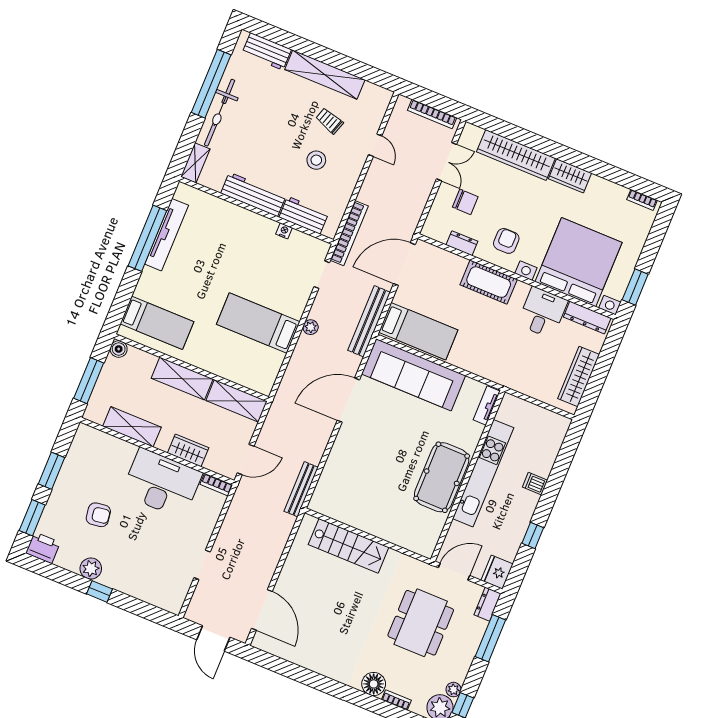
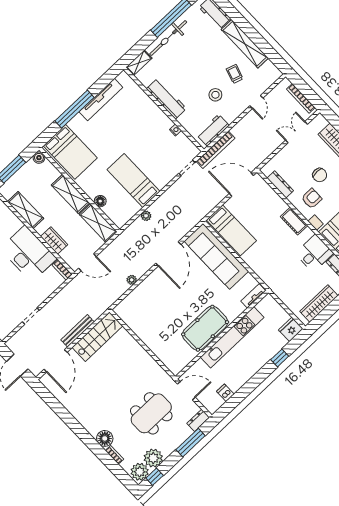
double door: (447, 162) -> (296, 132), swing flipped
chair: (465, 202) -> (320, 175), moved
workbench: (304, 215) -> (213, 130), moved, turned -90
window: (147, 238) -> (75, 109), moved
dresser: (462, 243) -> (280, 184), width x1.44
cot: (489, 282) -> (294, 221), width x0.73, depth x0.75
bench: (369, 321) -> (203, 210), removed
bed: (157, 323) -> (70, 152), width x1.50
plant: (311, 327) -> (146, 216), moved
floor lamp: (226, 370) -> (100, 201), added
door: (348, 400) -> (168, 254), swing flipped
plant: (315, 457) -> (132, 280), added
dishwasher: (535, 484) -> (225, 393), moved
bench: (301, 489) -> (78, 331), moved
window: (533, 535) -> (280, 358), moved
stairs: (349, 546) -> (97, 337), moved, turned -90
fridge: (497, 572) -> (291, 329), moved
plant: (453, 690) -> (153, 458), width x1.87, depth x1.87

